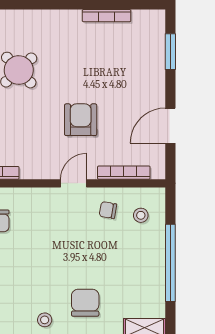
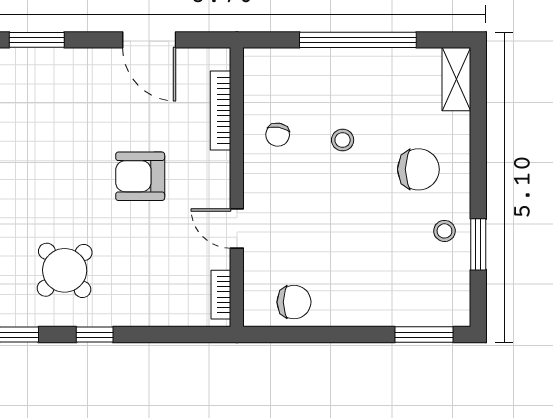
door: (74, 183) -> (237, 228), moved
stool: (141, 215) -> (343, 140), moved
chair: (85, 303) -> (418, 169), turned 180

